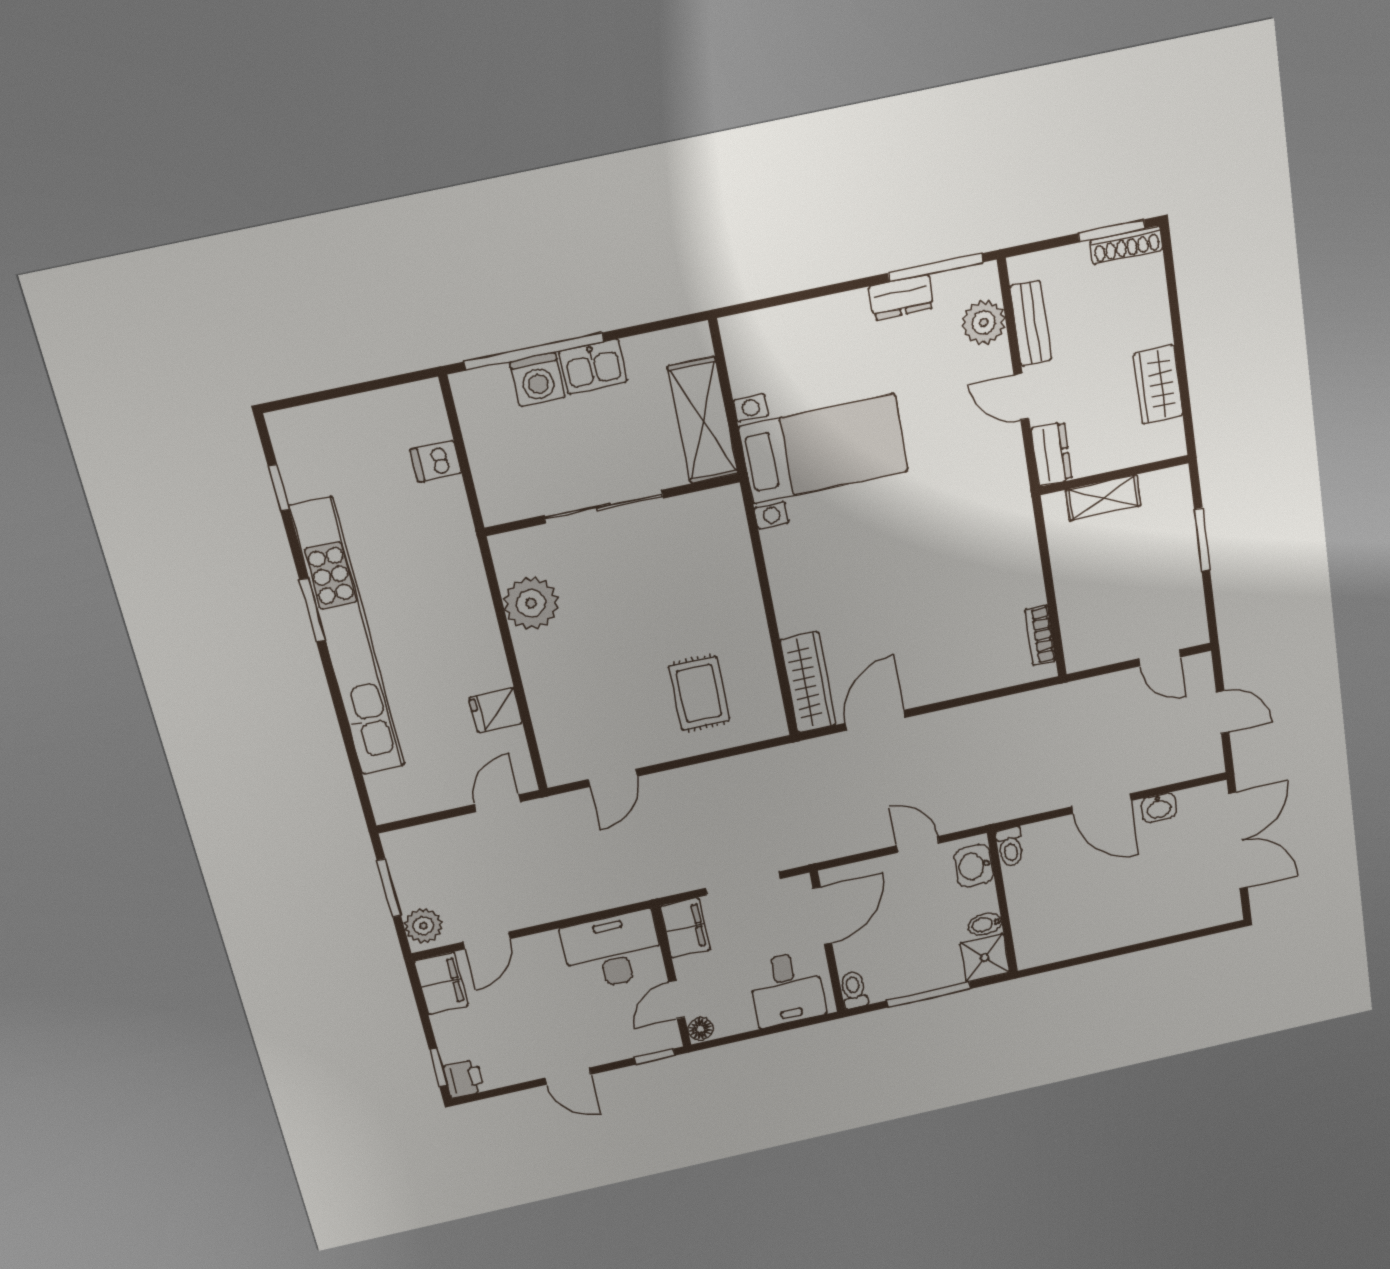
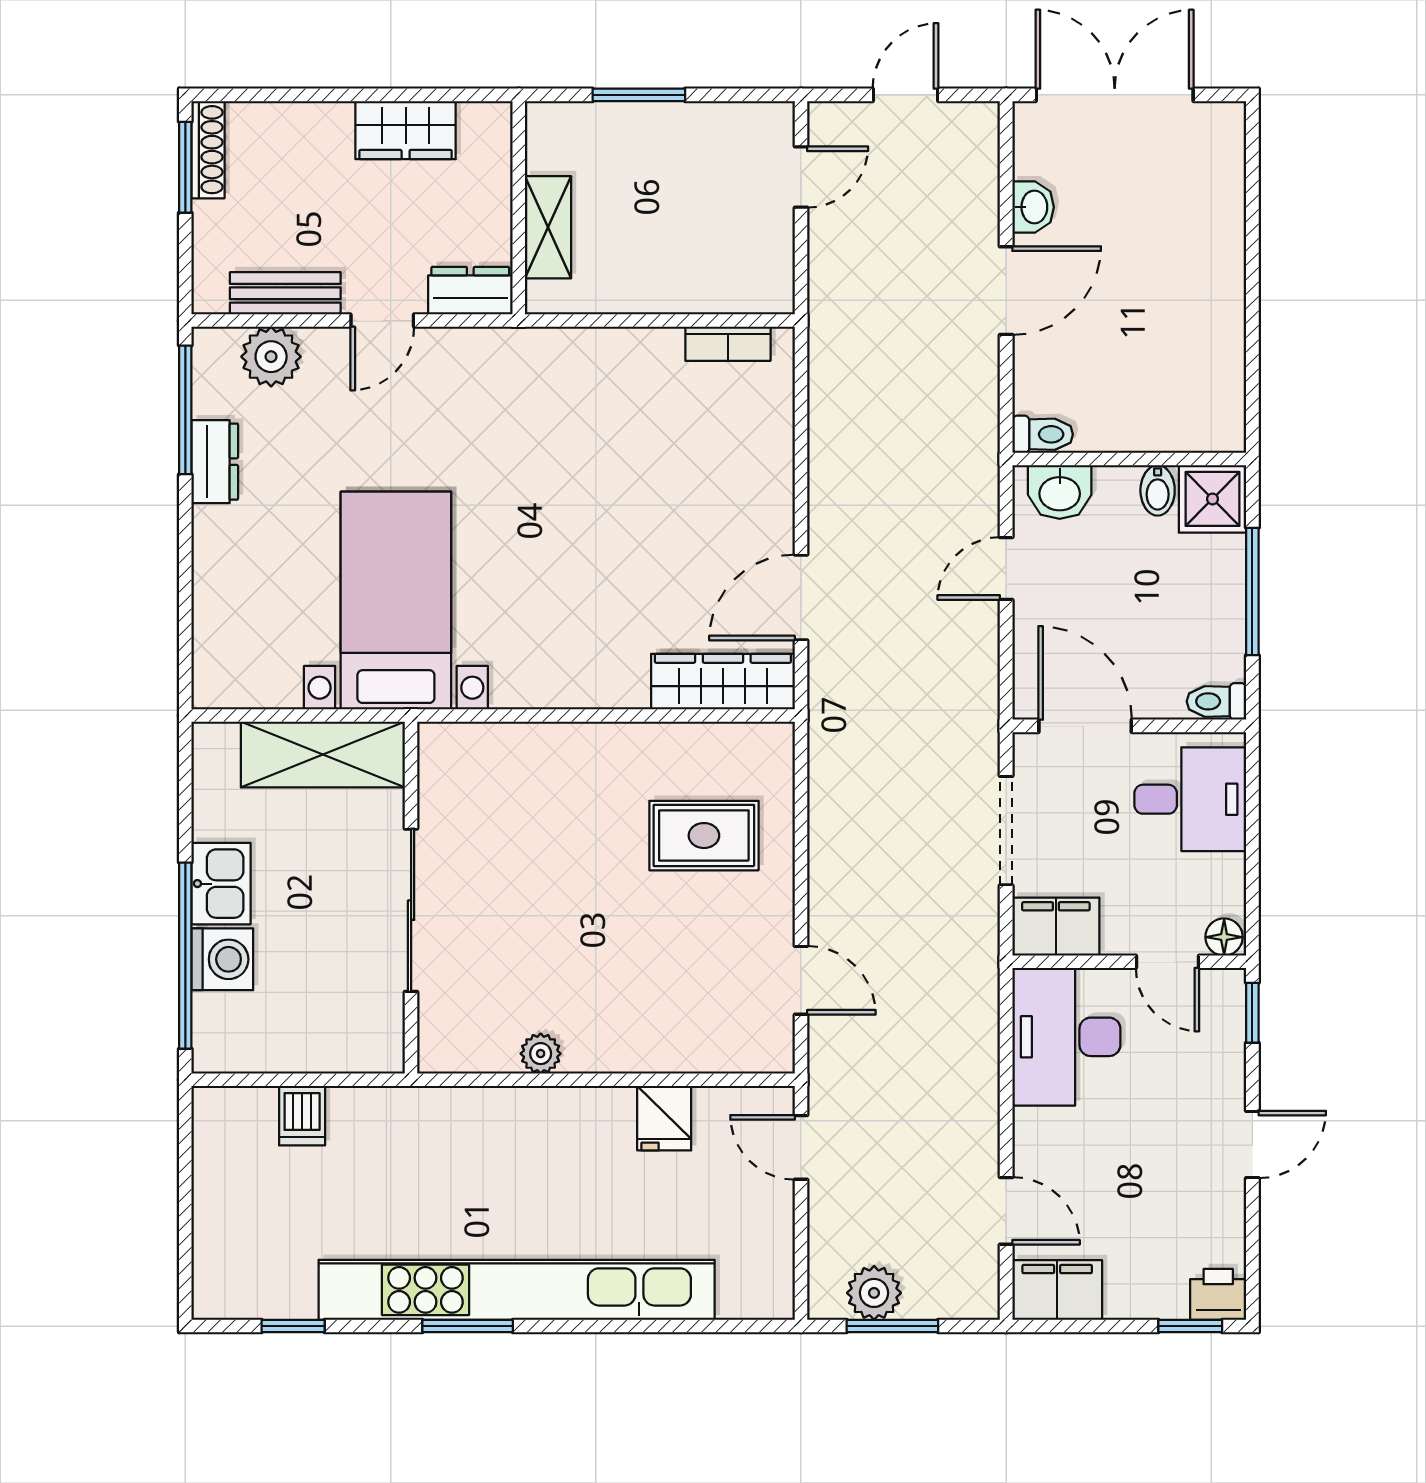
plant: (531, 603) -> (541, 1054), width x0.53, depth x0.53
door: (875, 720) -> (801, 597), hinge flipped
plant: (423, 926) -> (874, 1293), moved

